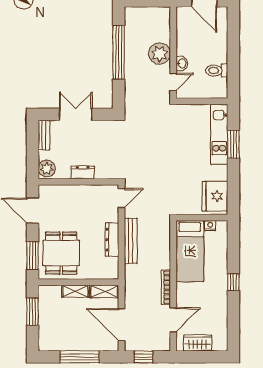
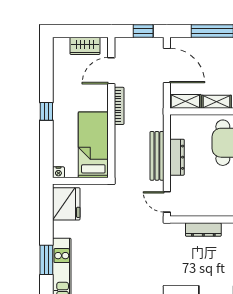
dresser: (83, 172) -> (203, 230), width x1.44
door: (121, 198) -> (167, 202), hinge flipped
nightstand: (210, 226) -> (58, 172), moved

